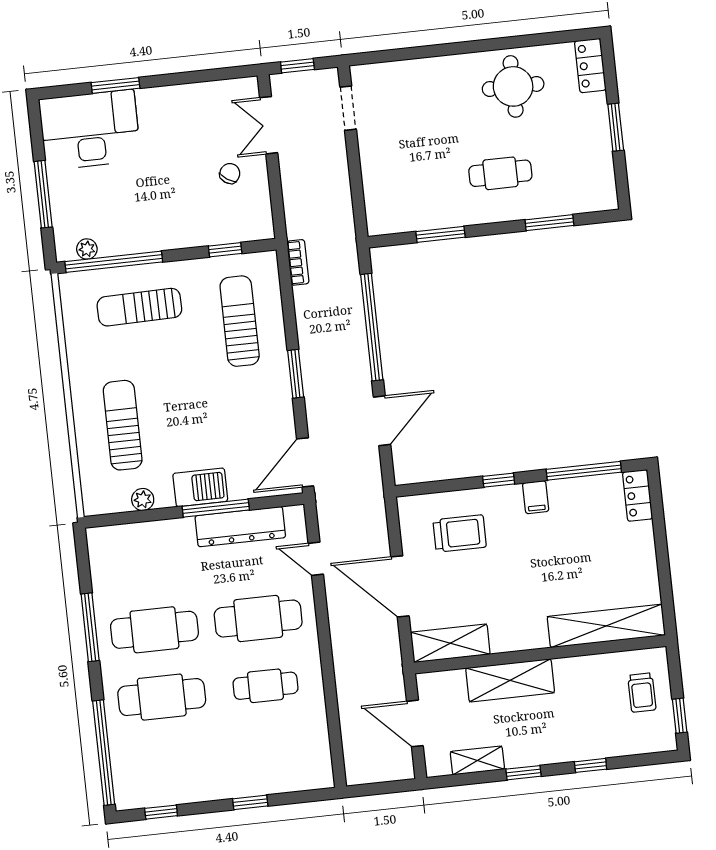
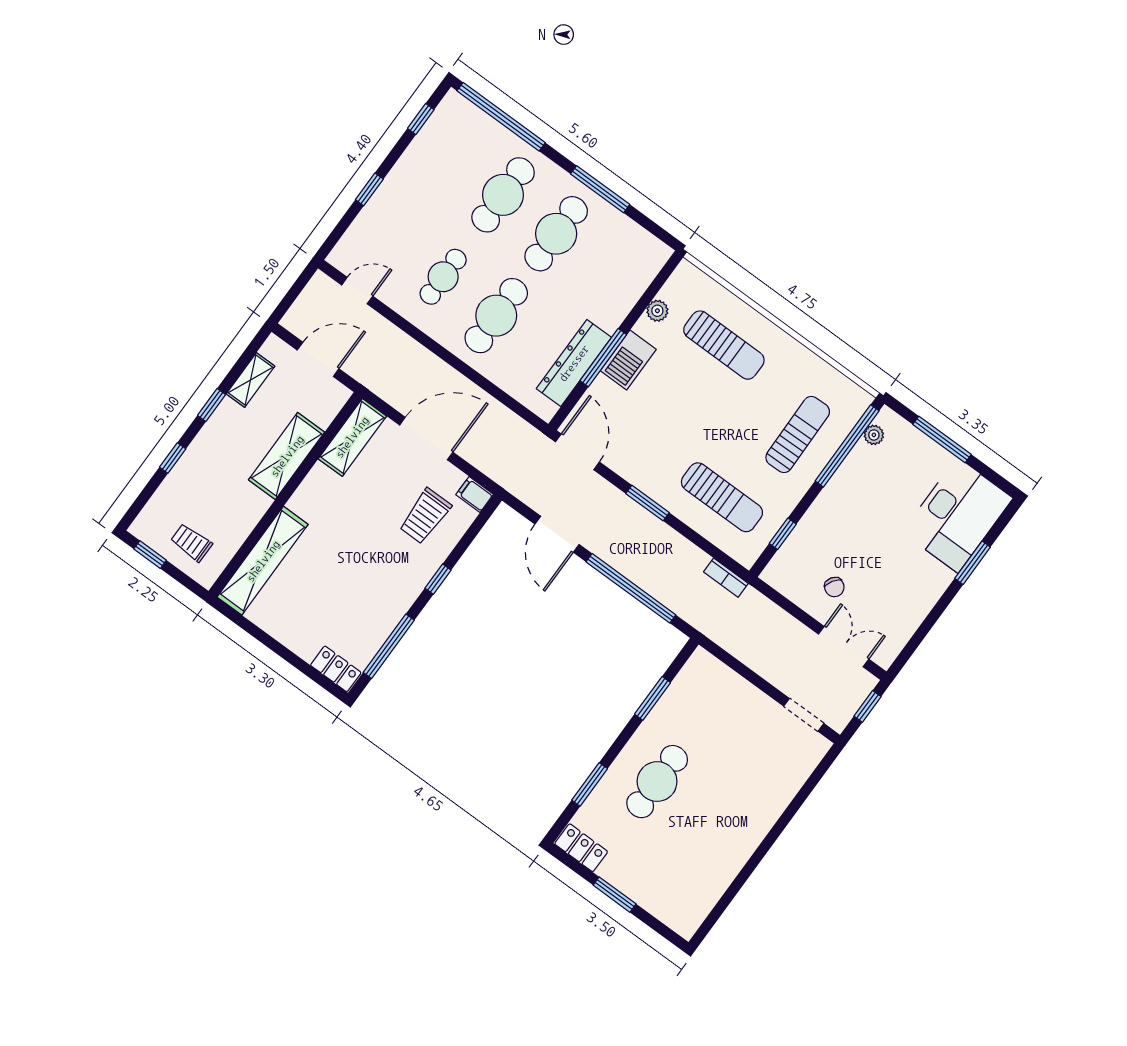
locker: (590, 66) -> (581, 848), moved
round table: (513, 86) -> (711, 848), removed
cafe table: (500, 173) -> (657, 782), width x1.37, depth x1.35
filing cabinet: (536, 497) -> (475, 494), moved
door: (316, 559) -> (357, 291), moved

